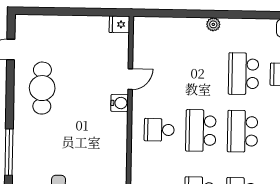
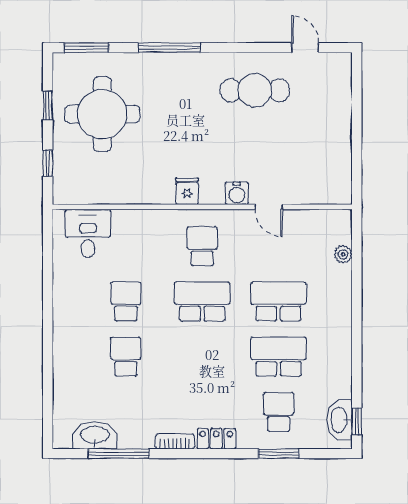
fridge: (119, 24) -> (187, 191), moved
plant: (213, 24) -> (343, 254), moved
school desk: (243, 131) -> (279, 301), moved

